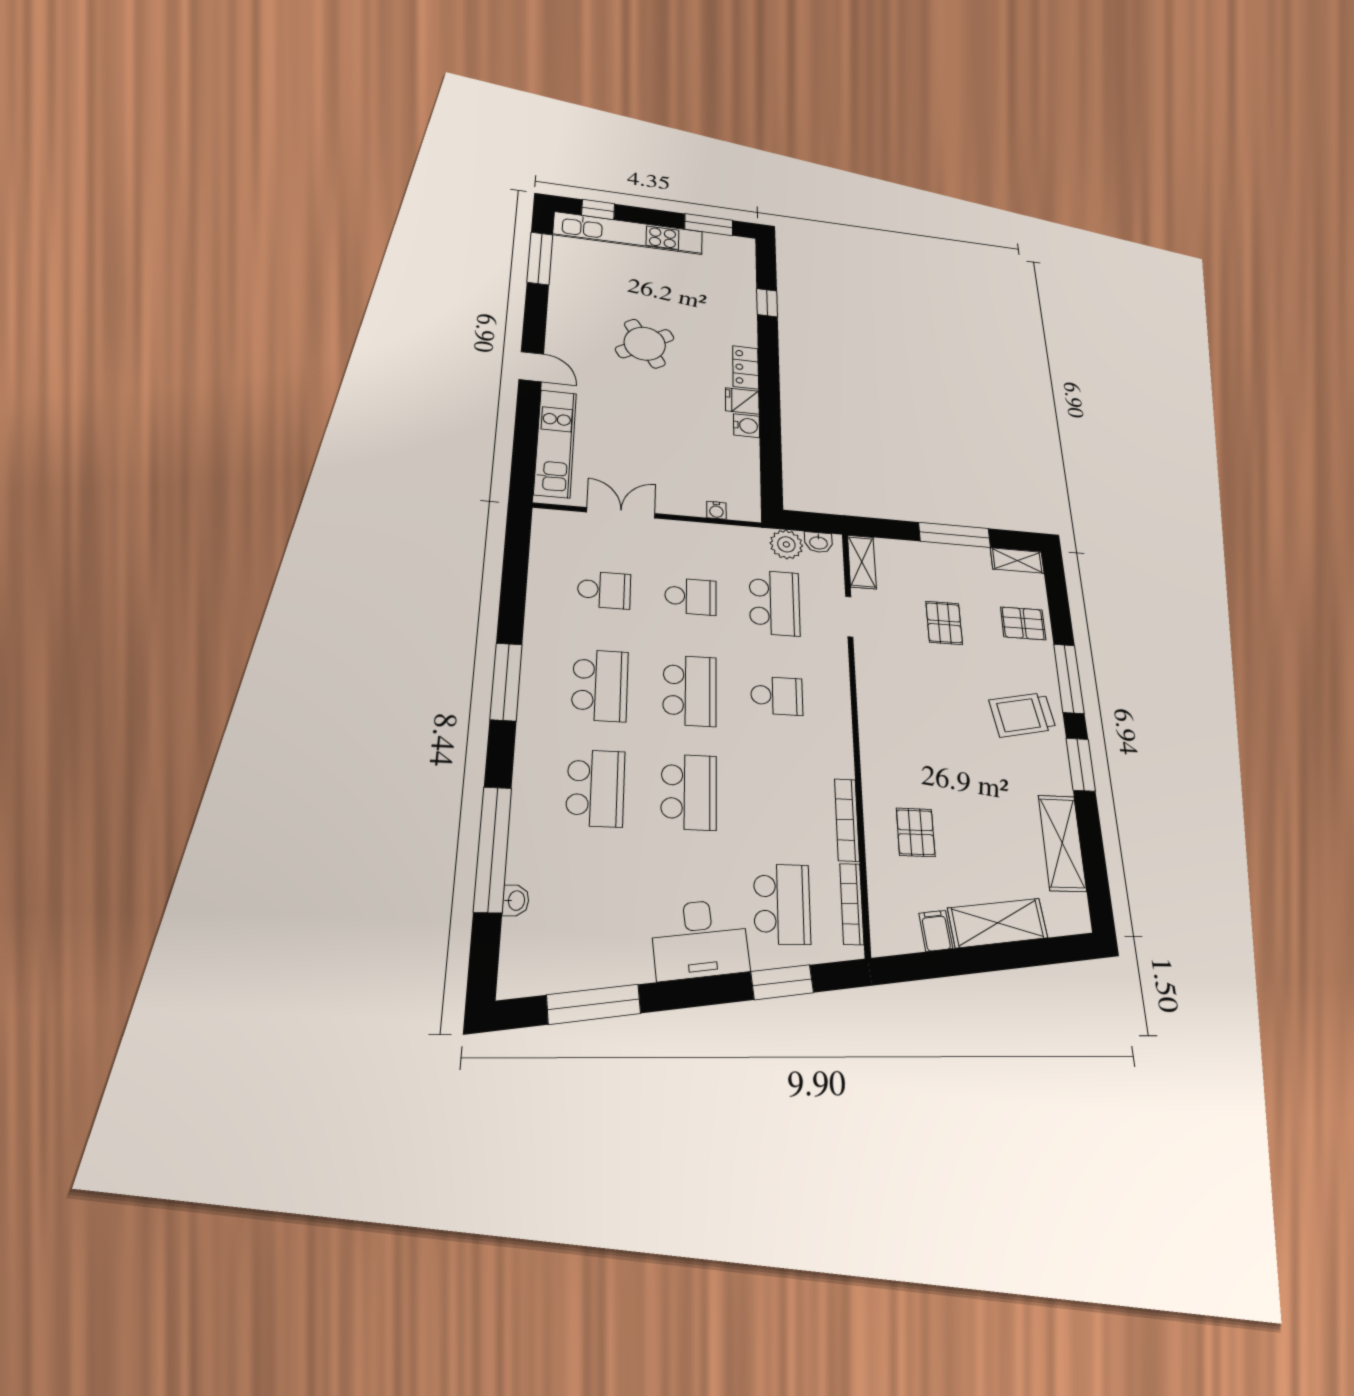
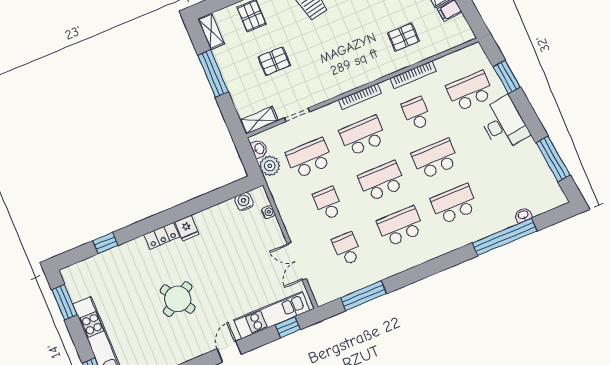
water cooler: (747, 426) -> (244, 202), moved
window: (524, 455) -> (288, 327), added
window: (506, 682) -> (363, 296), moved
school desk: (777, 696) -> (363, 136), width x1.85
school desk: (779, 796) -> (416, 113), added
bookcase: (852, 904) -> (360, 96), moved

